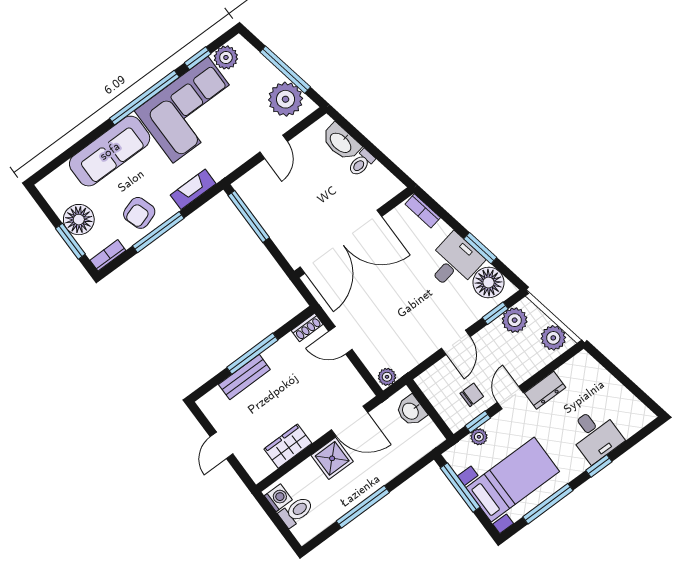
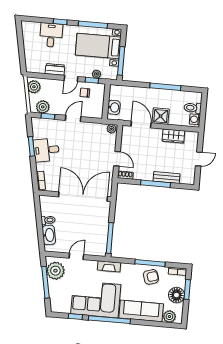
plant: (226, 57) -> (169, 317), moved
fireplace: (193, 189) -> (109, 266), moved
floor lamp: (489, 283) -> (40, 130), removed

